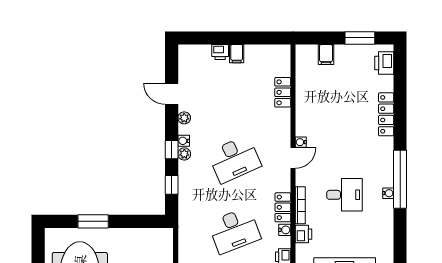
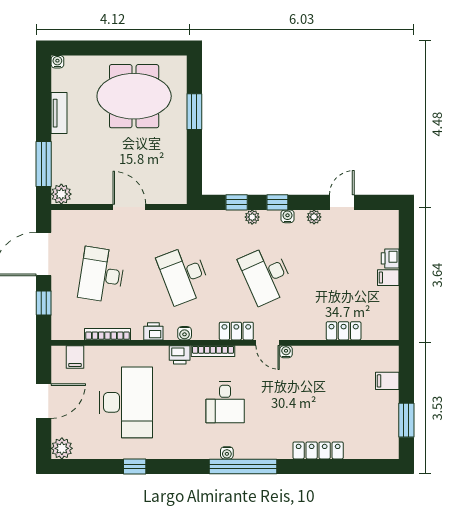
printer: (384, 63) -> (377, 448), removed
plant: (184, 154) -> (252, 217), moved
locker: (283, 207) -> (236, 331), moved

